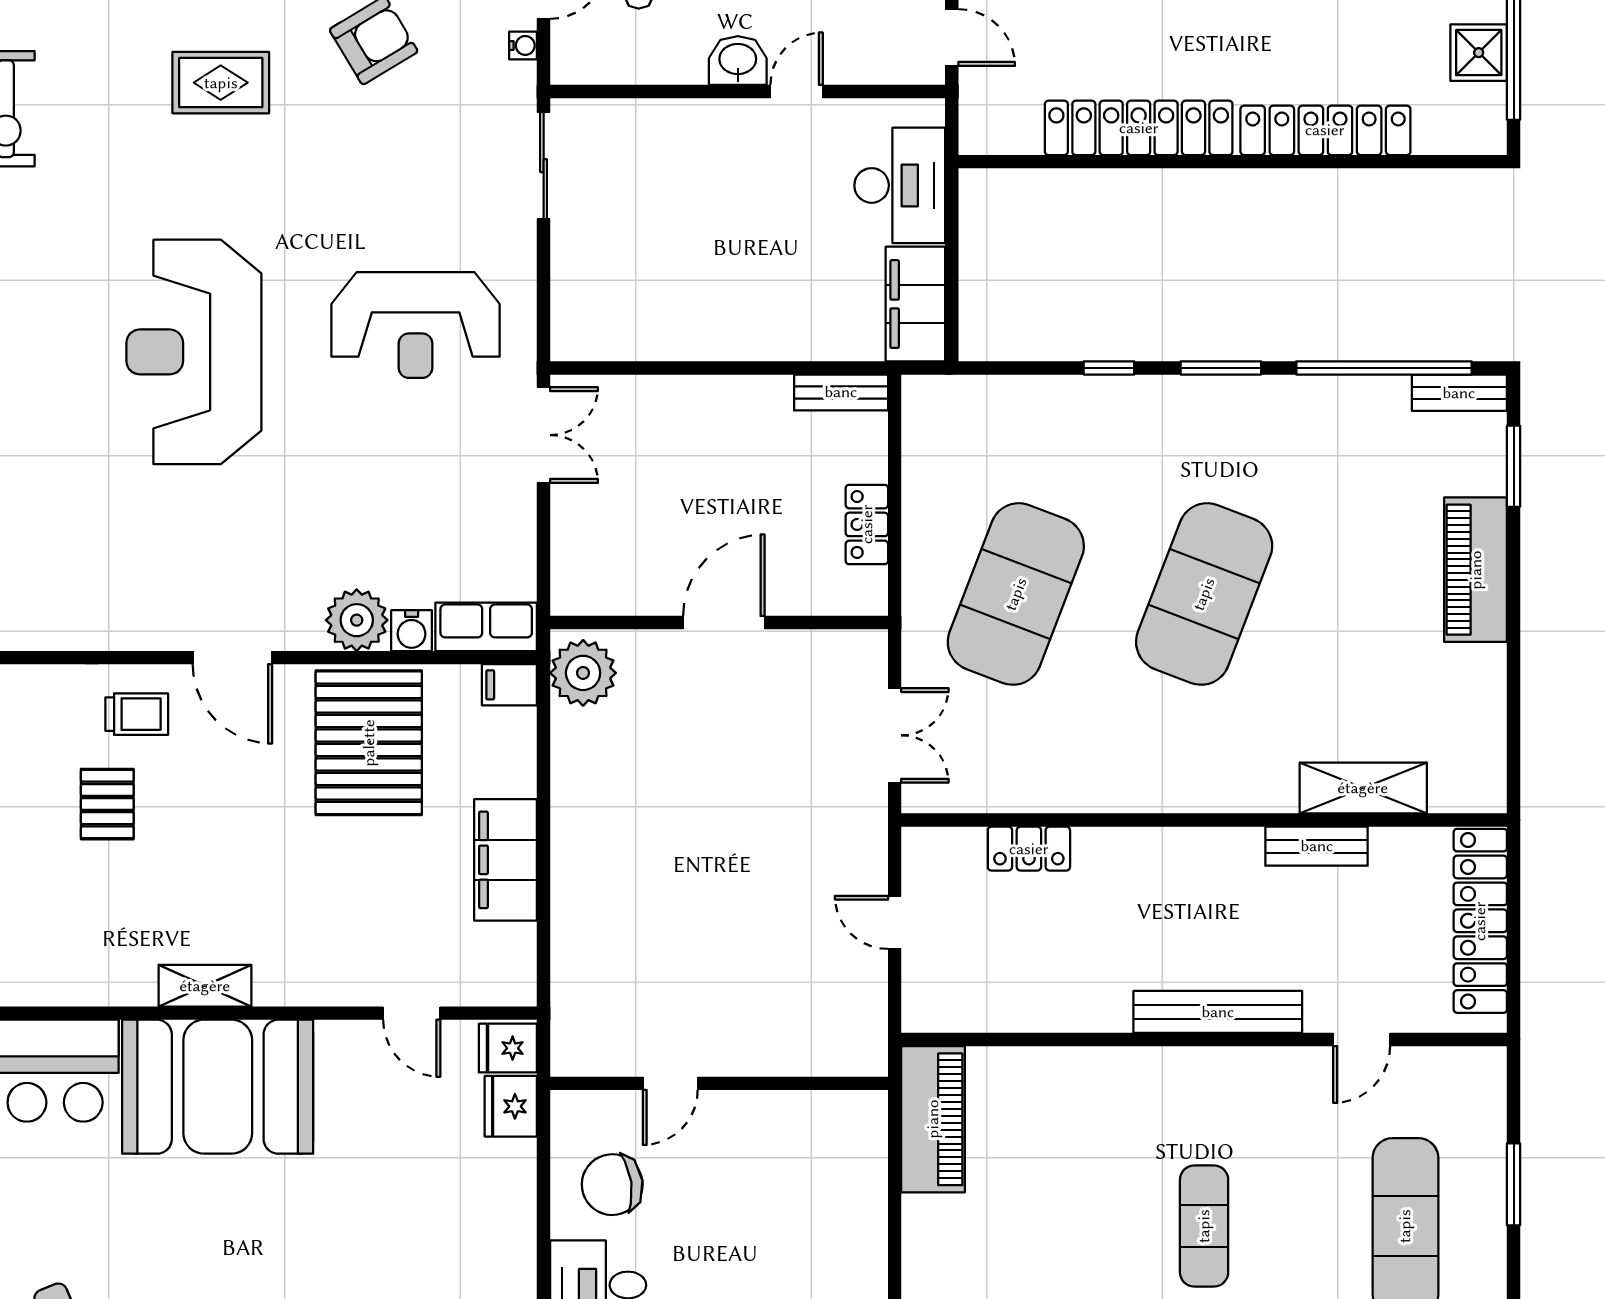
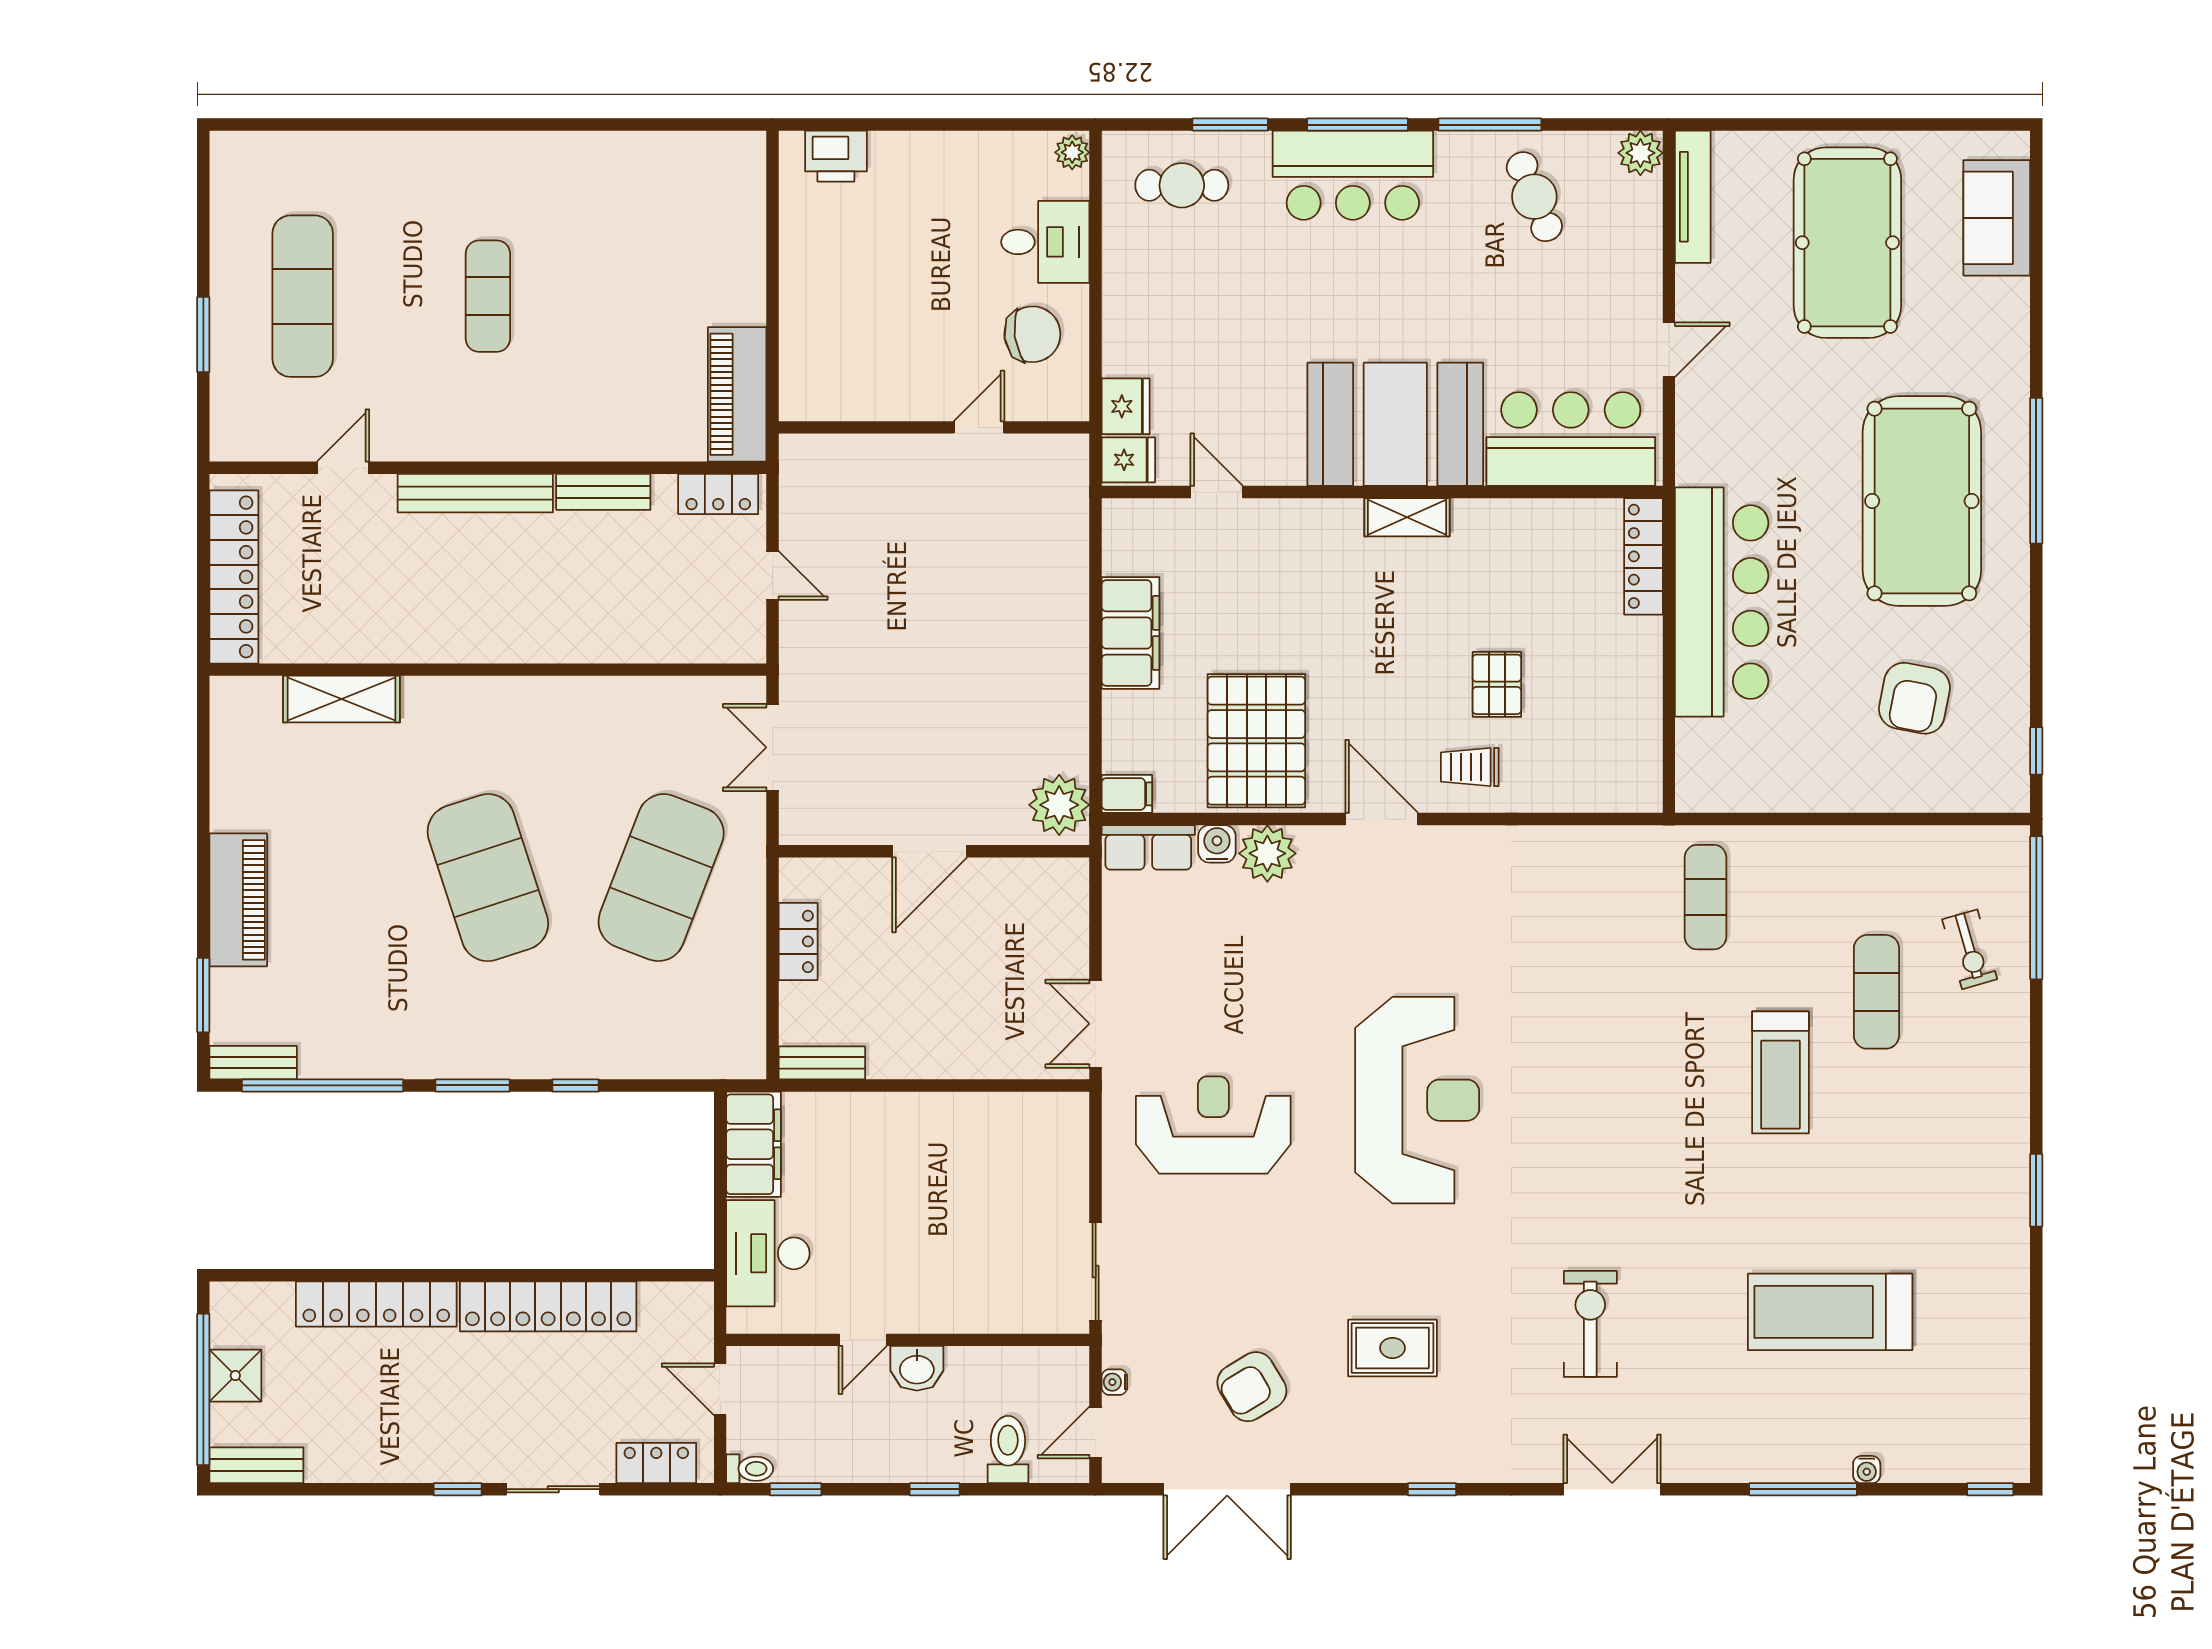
exercise mat: (1204, 594) -> (488, 878), turned -39
bench: (1317, 846) -> (603, 492), moved
locker: (1029, 849) -> (718, 494), moved, turned 180

